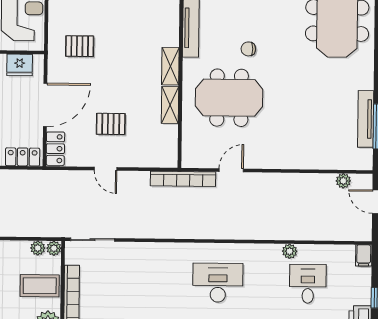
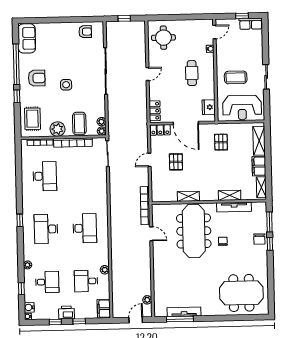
shelving: (170, 66) -> (230, 195), moved
meeting table: (229, 98) -> (194, 231), width x1.36
filing cabinet: (364, 255) -> (104, 309), width x2.00
desk: (308, 284) -> (86, 281), turned 180

